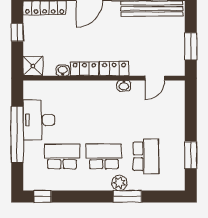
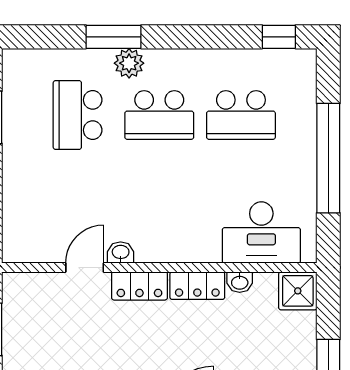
door: (155, 78) -> (85, 268), moved
desk: (39, 120) -> (261, 233), moved, turned 90

